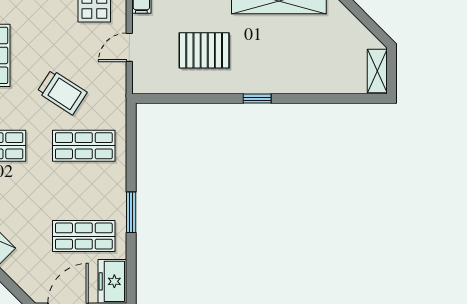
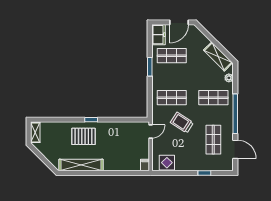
door: (129, 47) -> (151, 131), moved
pallet: (204, 50) -> (83, 136), moved

